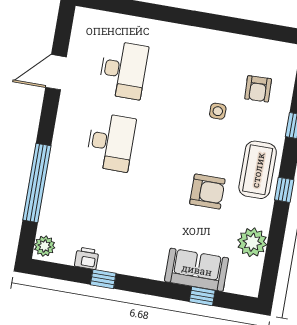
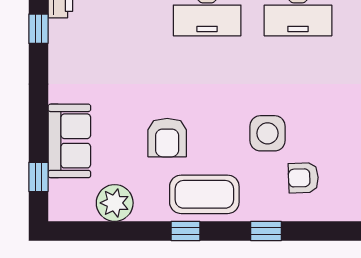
side table: (218, 111) -> (268, 133), width x1.87, depth x1.87
window: (202, 296) -> (38, 177), moved

